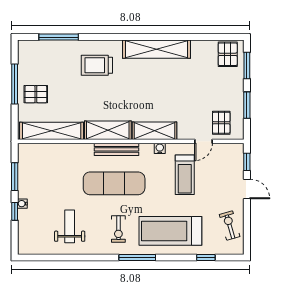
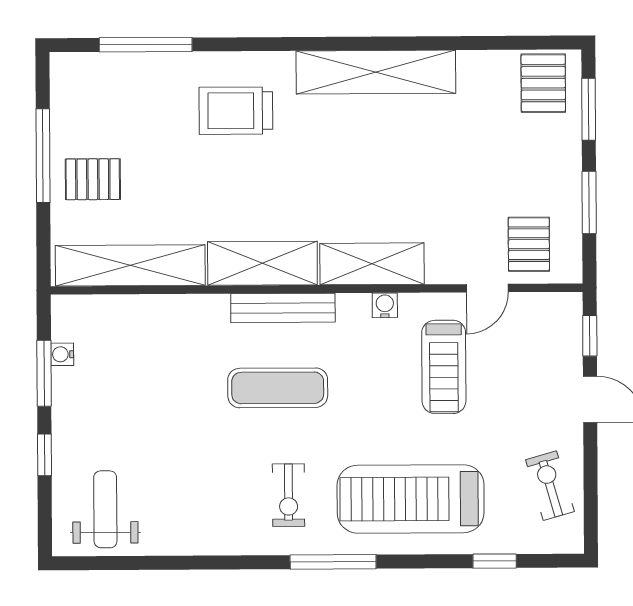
exercise mat: (114, 183) -> (278, 388), width x0.73, depth x0.69
water cooler: (22, 204) -> (62, 354), moved
weight bench: (70, 226) -> (105, 509), moved

